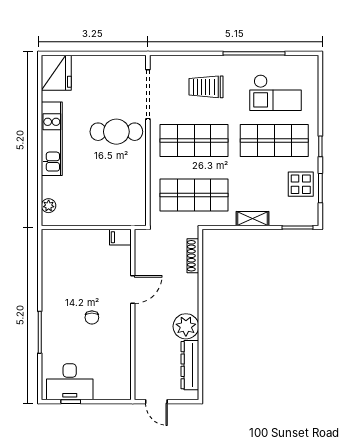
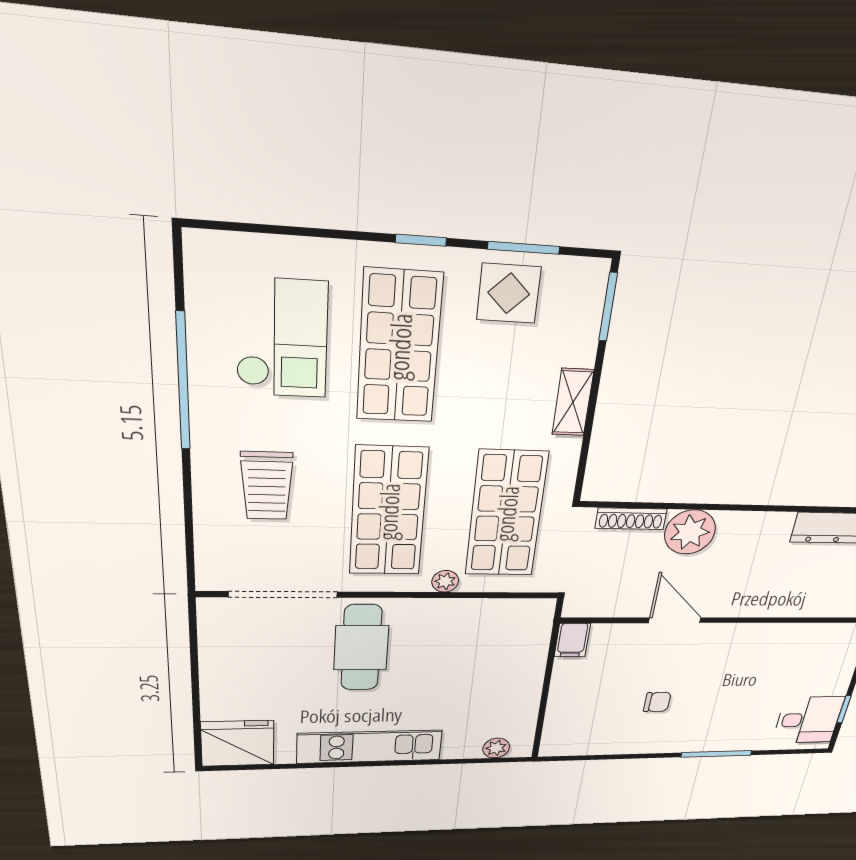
plant: (156, 170) -> (445, 581), added
chair: (92, 317) -> (657, 702), moved
plant: (186, 326) -> (690, 532), moved
desk: (70, 382) -> (808, 720), width x0.73

